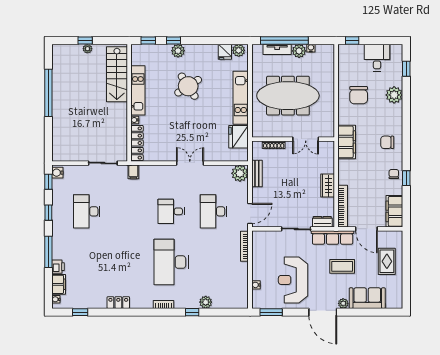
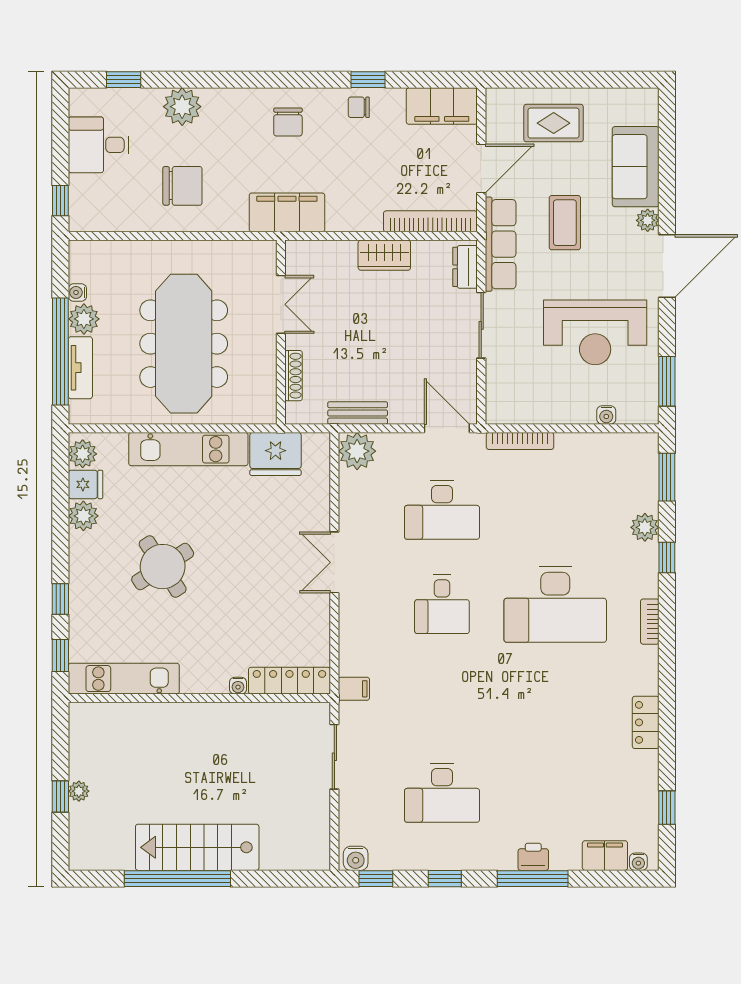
plant: (178, 51) -> (83, 516), moved
stairs: (117, 74) -> (197, 847), moved, turned 180
kitchen unit: (138, 90) -> (124, 679), moved
printer: (58, 267) -> (533, 857), moved
window: (228, 312) -> (667, 477), added

